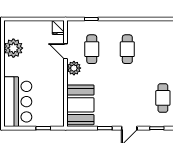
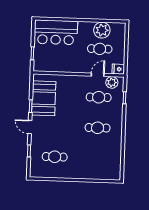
cafe table: (35, 50) -> (100, 49), added
plant: (74, 68) -> (112, 82), moved
booth: (80, 105) -> (44, 98), moved, turned 90

